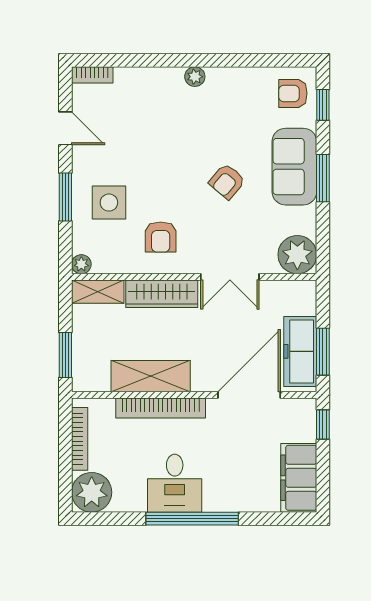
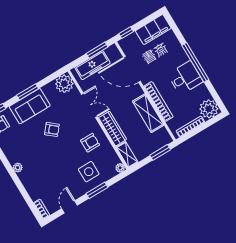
freezer: (300, 351) -> (92, 65), moved

